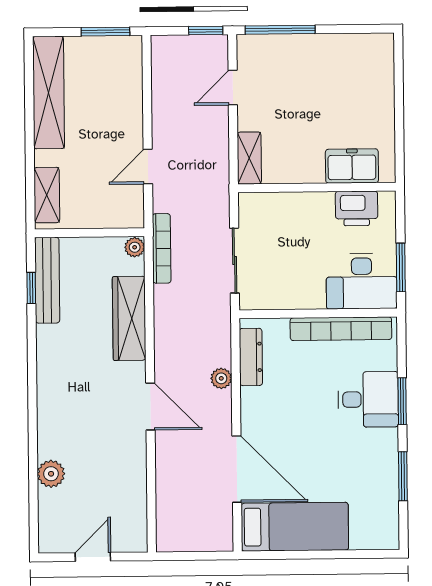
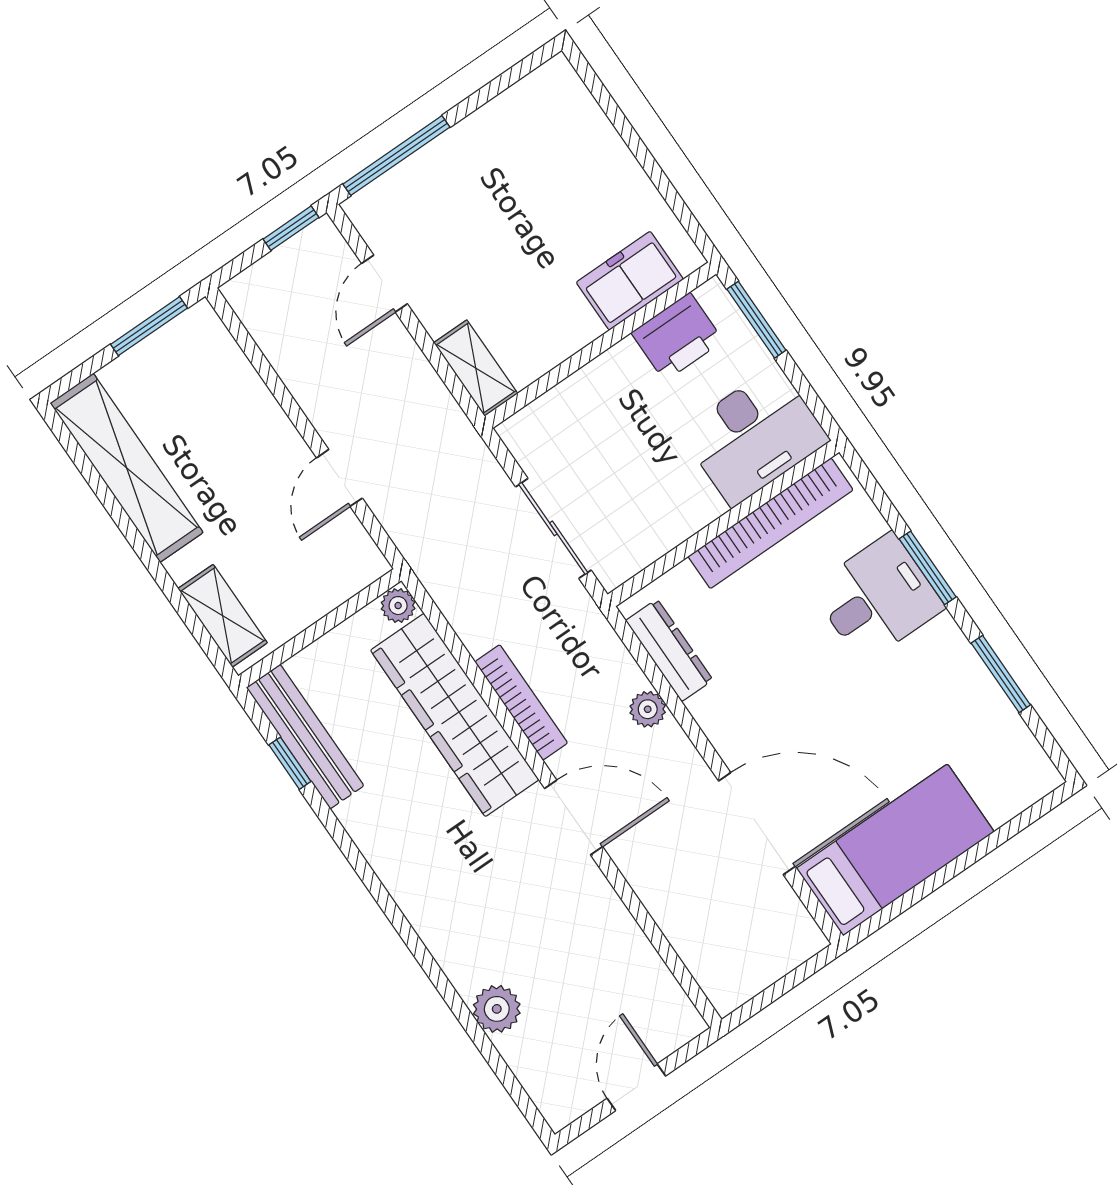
bookcase: (162, 248) -> (521, 702), moved
window: (401, 267) -> (756, 320), moved
wardrobe: (129, 318) -> (455, 715), width x1.40, depth x1.17

